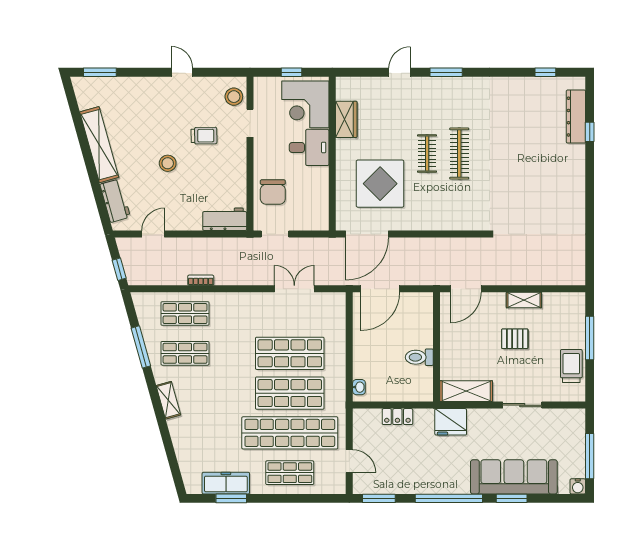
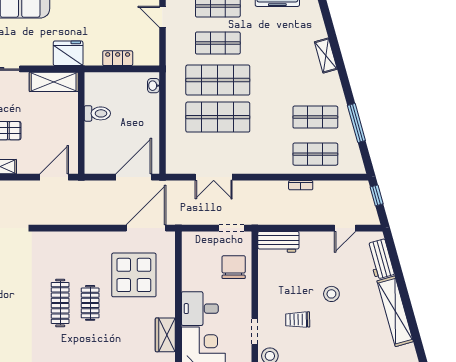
shelving: (168, 400) -> (326, 56), moved
shop shelf: (290, 433) -> (218, 43), width x0.50, depth x0.74

